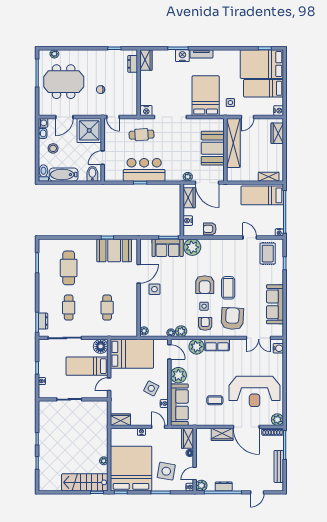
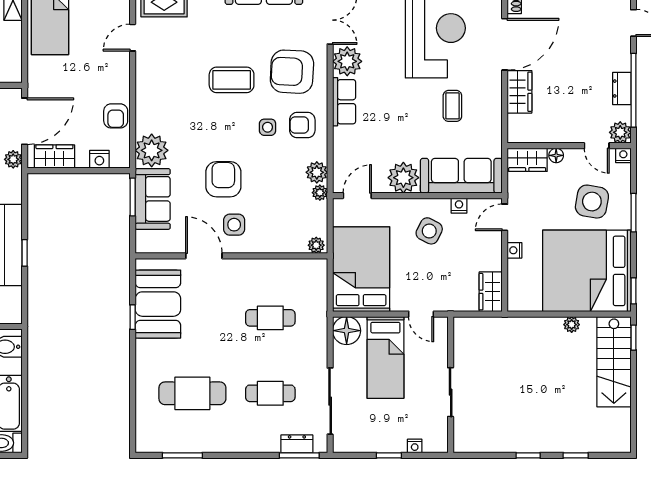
armchair: (205, 285) -> (223, 179), moved, turned -90
plant: (196, 347) -> (347, 61), moved

